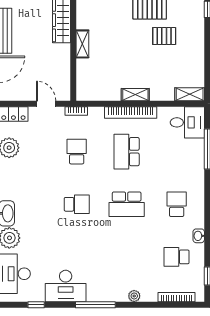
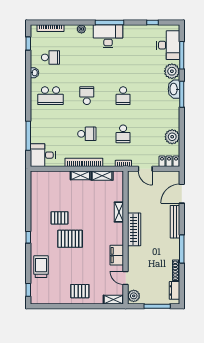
shelving: (190, 94) -> (102, 176), moved
school desk: (127, 152) -> (87, 134), width x0.54
school desk: (77, 204) -> (123, 96), turned -90
school desk: (127, 204) -> (87, 96), width x0.54
school desk: (177, 204) -> (50, 96), width x1.85
desk: (66, 286) -> (108, 36), moved

